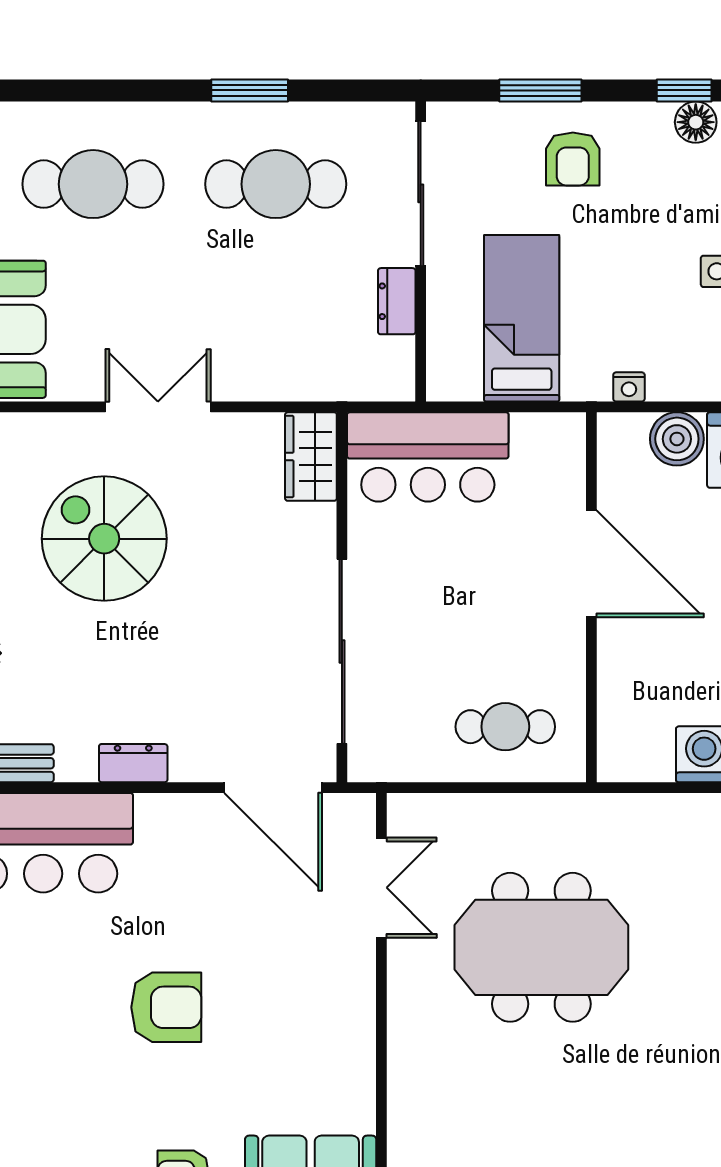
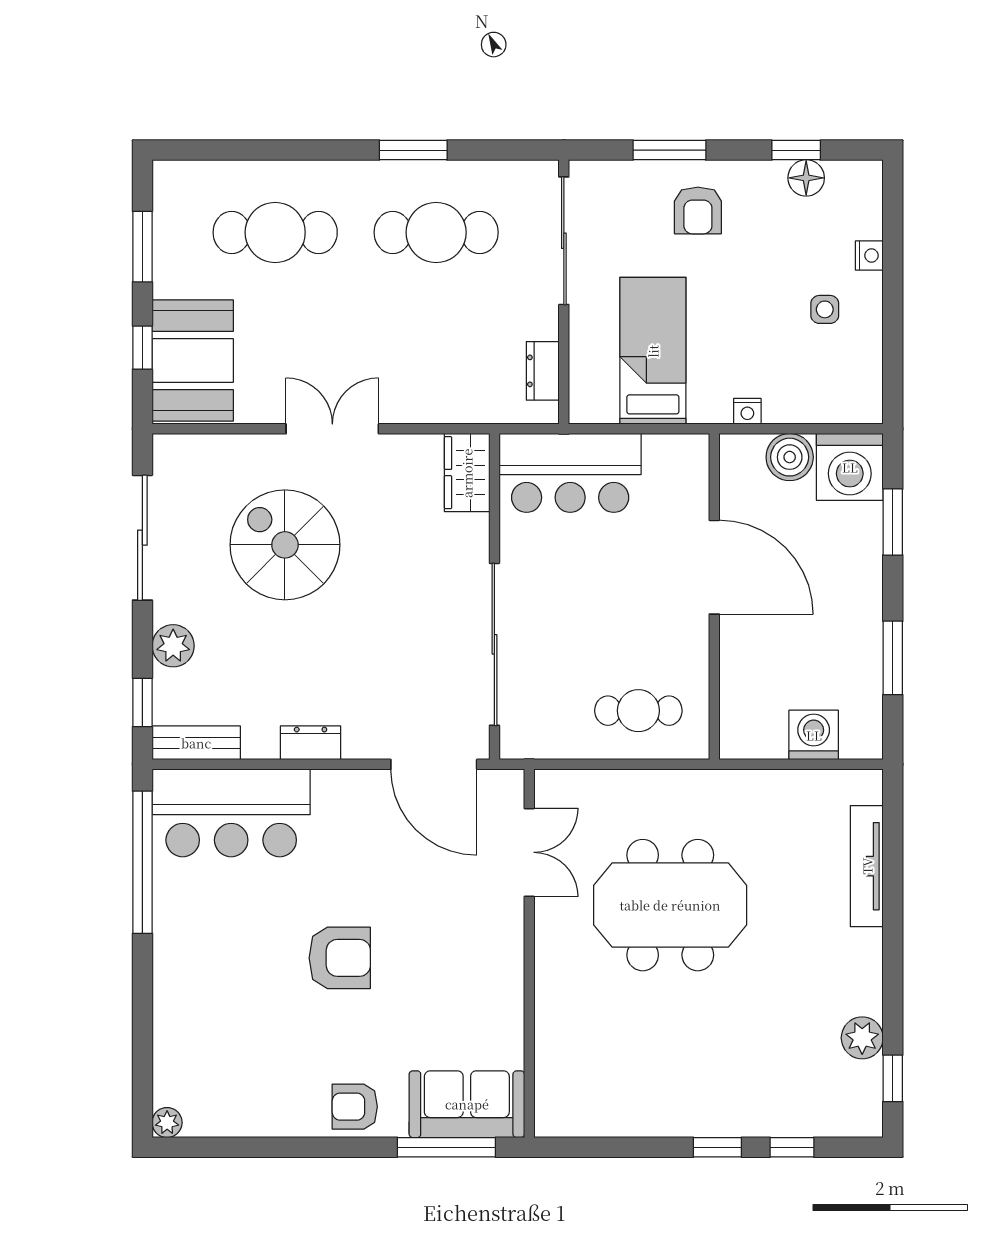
dresser: (397, 301) -> (543, 371), moved

